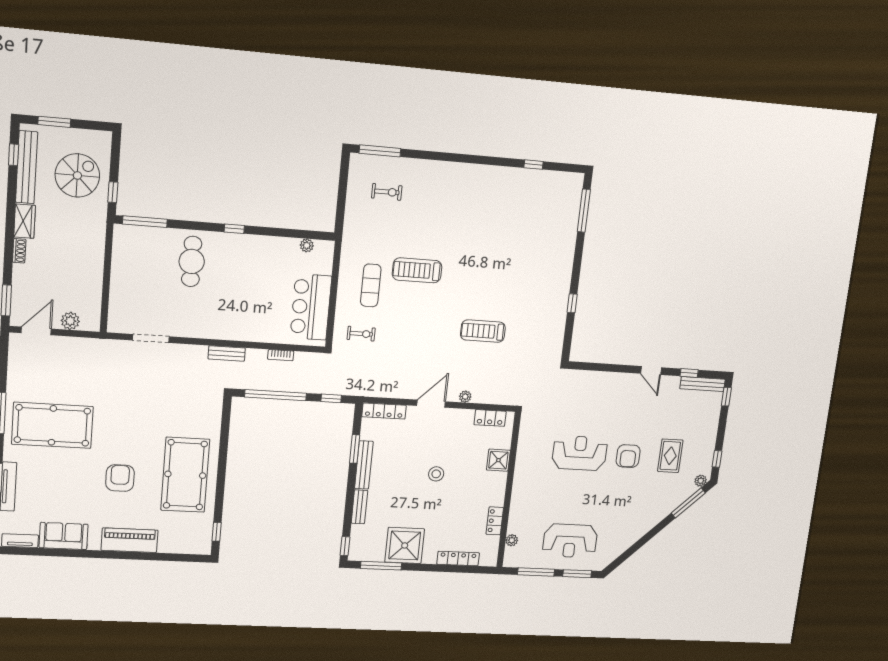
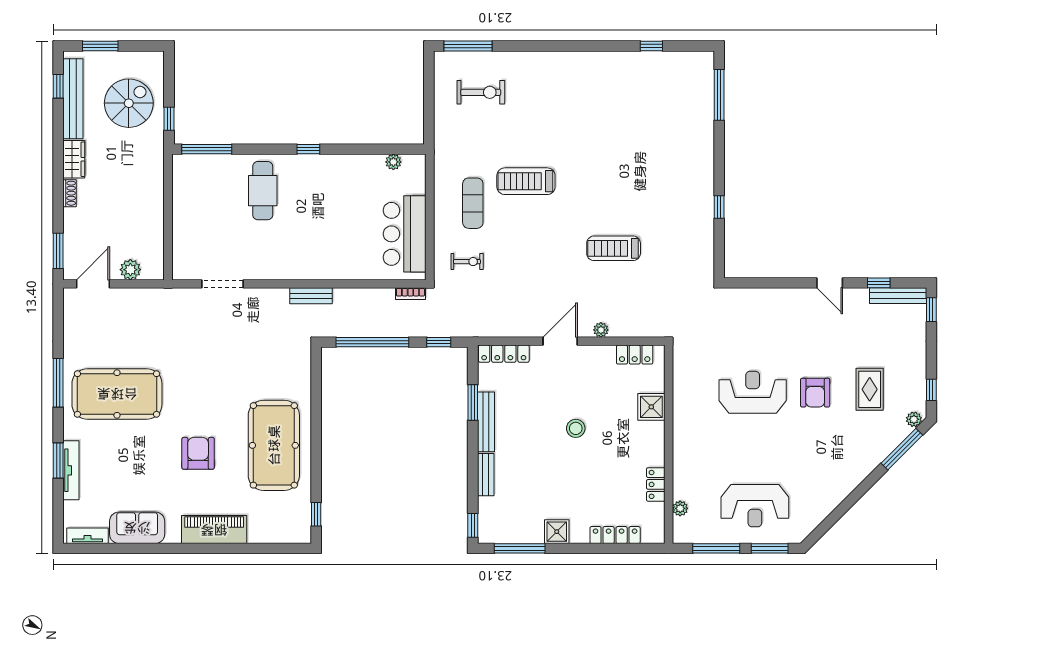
exercise bike: (387, 192) -> (481, 92), width x1.38, depth x1.39
bookcase: (281, 355) -> (410, 294), moved
shower: (405, 545) -> (557, 532), width x0.54, depth x0.54

